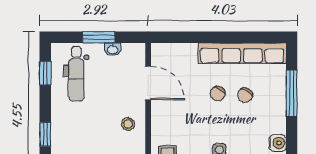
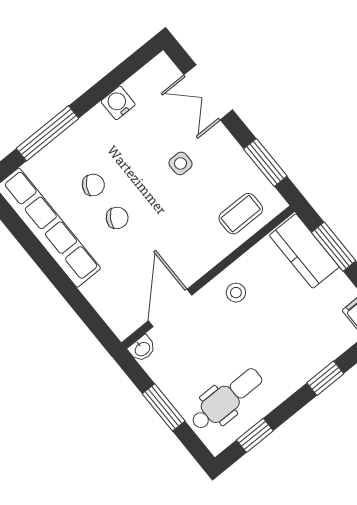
washbasin: (113, 49) -> (142, 349), moved, turned 90

